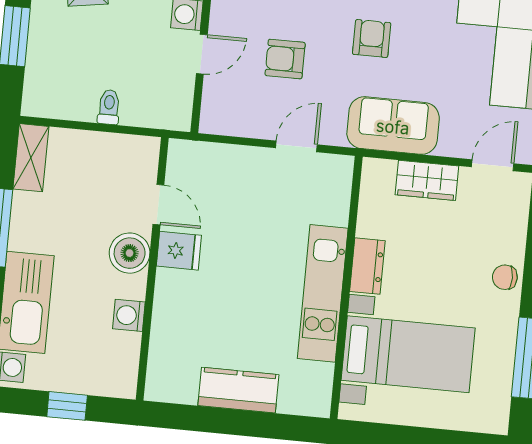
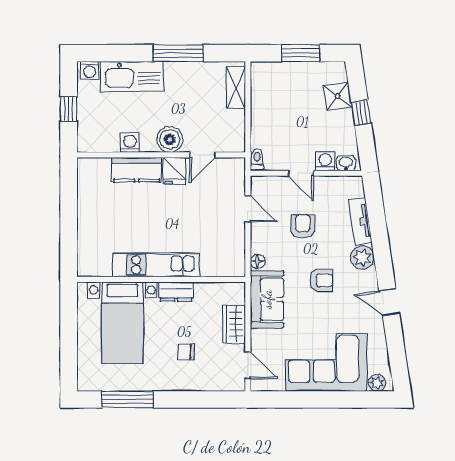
toilet: (109, 107) -> (257, 160), moved, turned -90
floor lamp: (333, 134) -> (258, 261), added
door: (296, 146) -> (248, 209), moved
shelving: (31, 158) -> (236, 88), moved, turned 90
chair: (505, 277) -> (186, 352), moved, turned -90
kitchen counter: (238, 390) -> (137, 170), moved, turned 90

